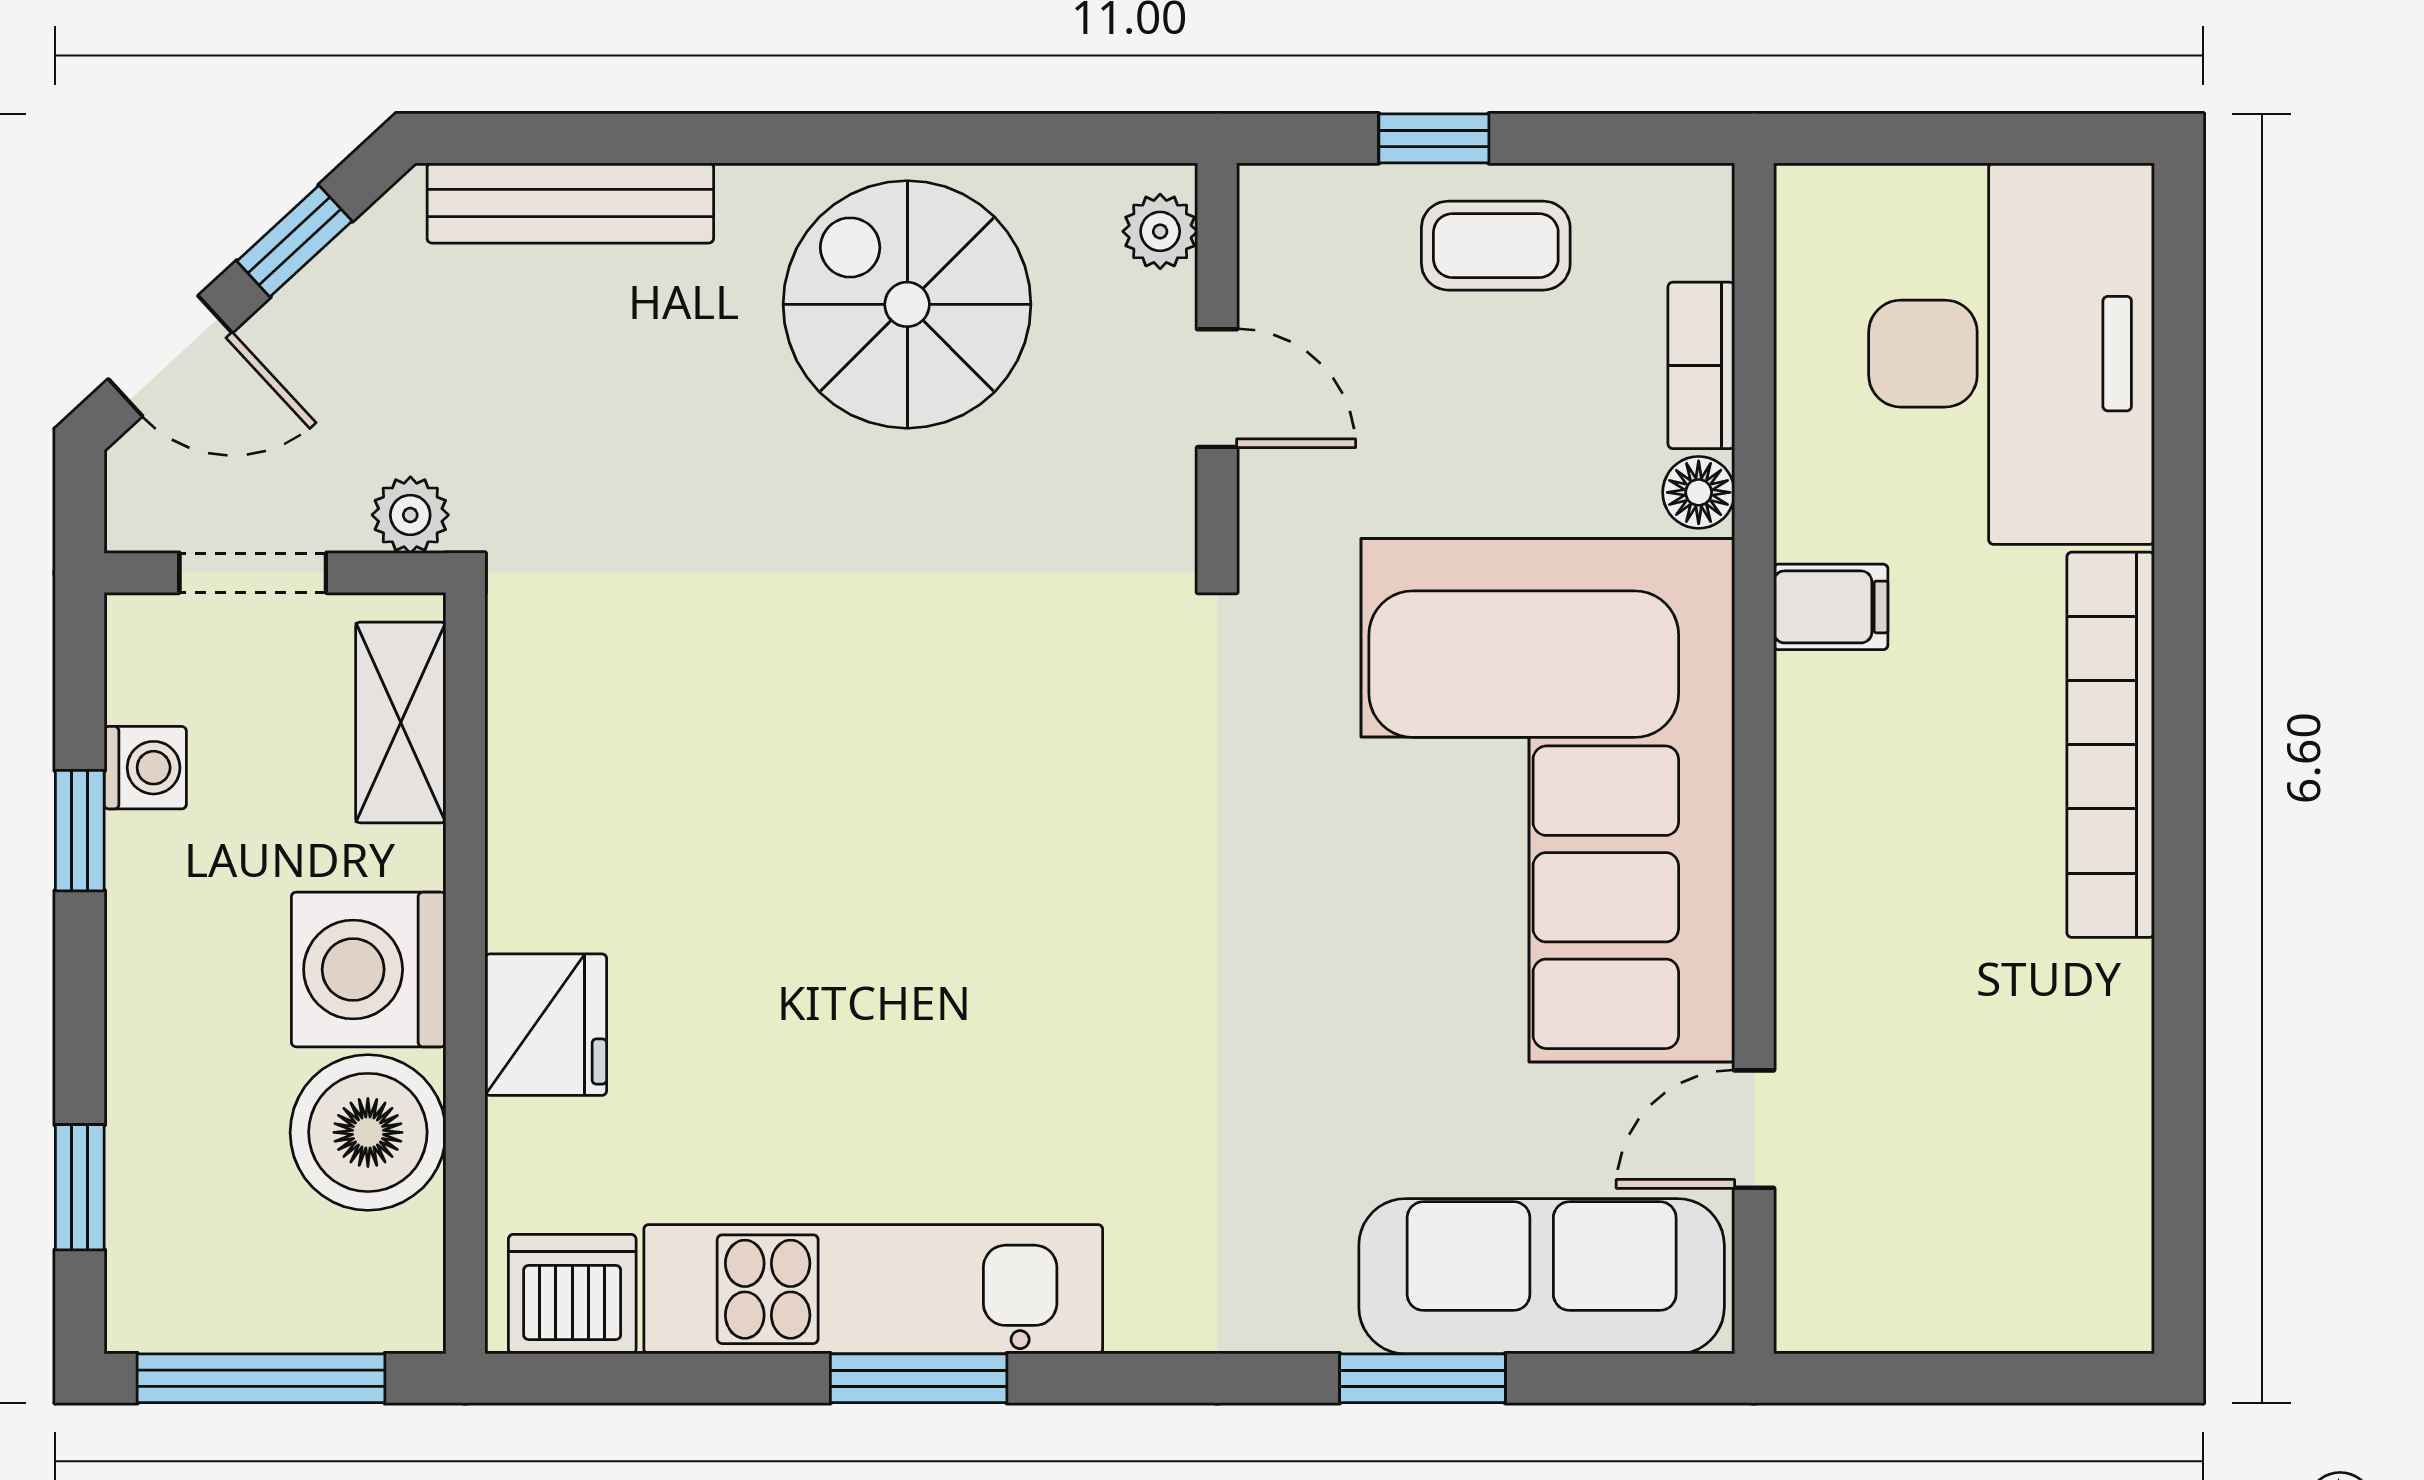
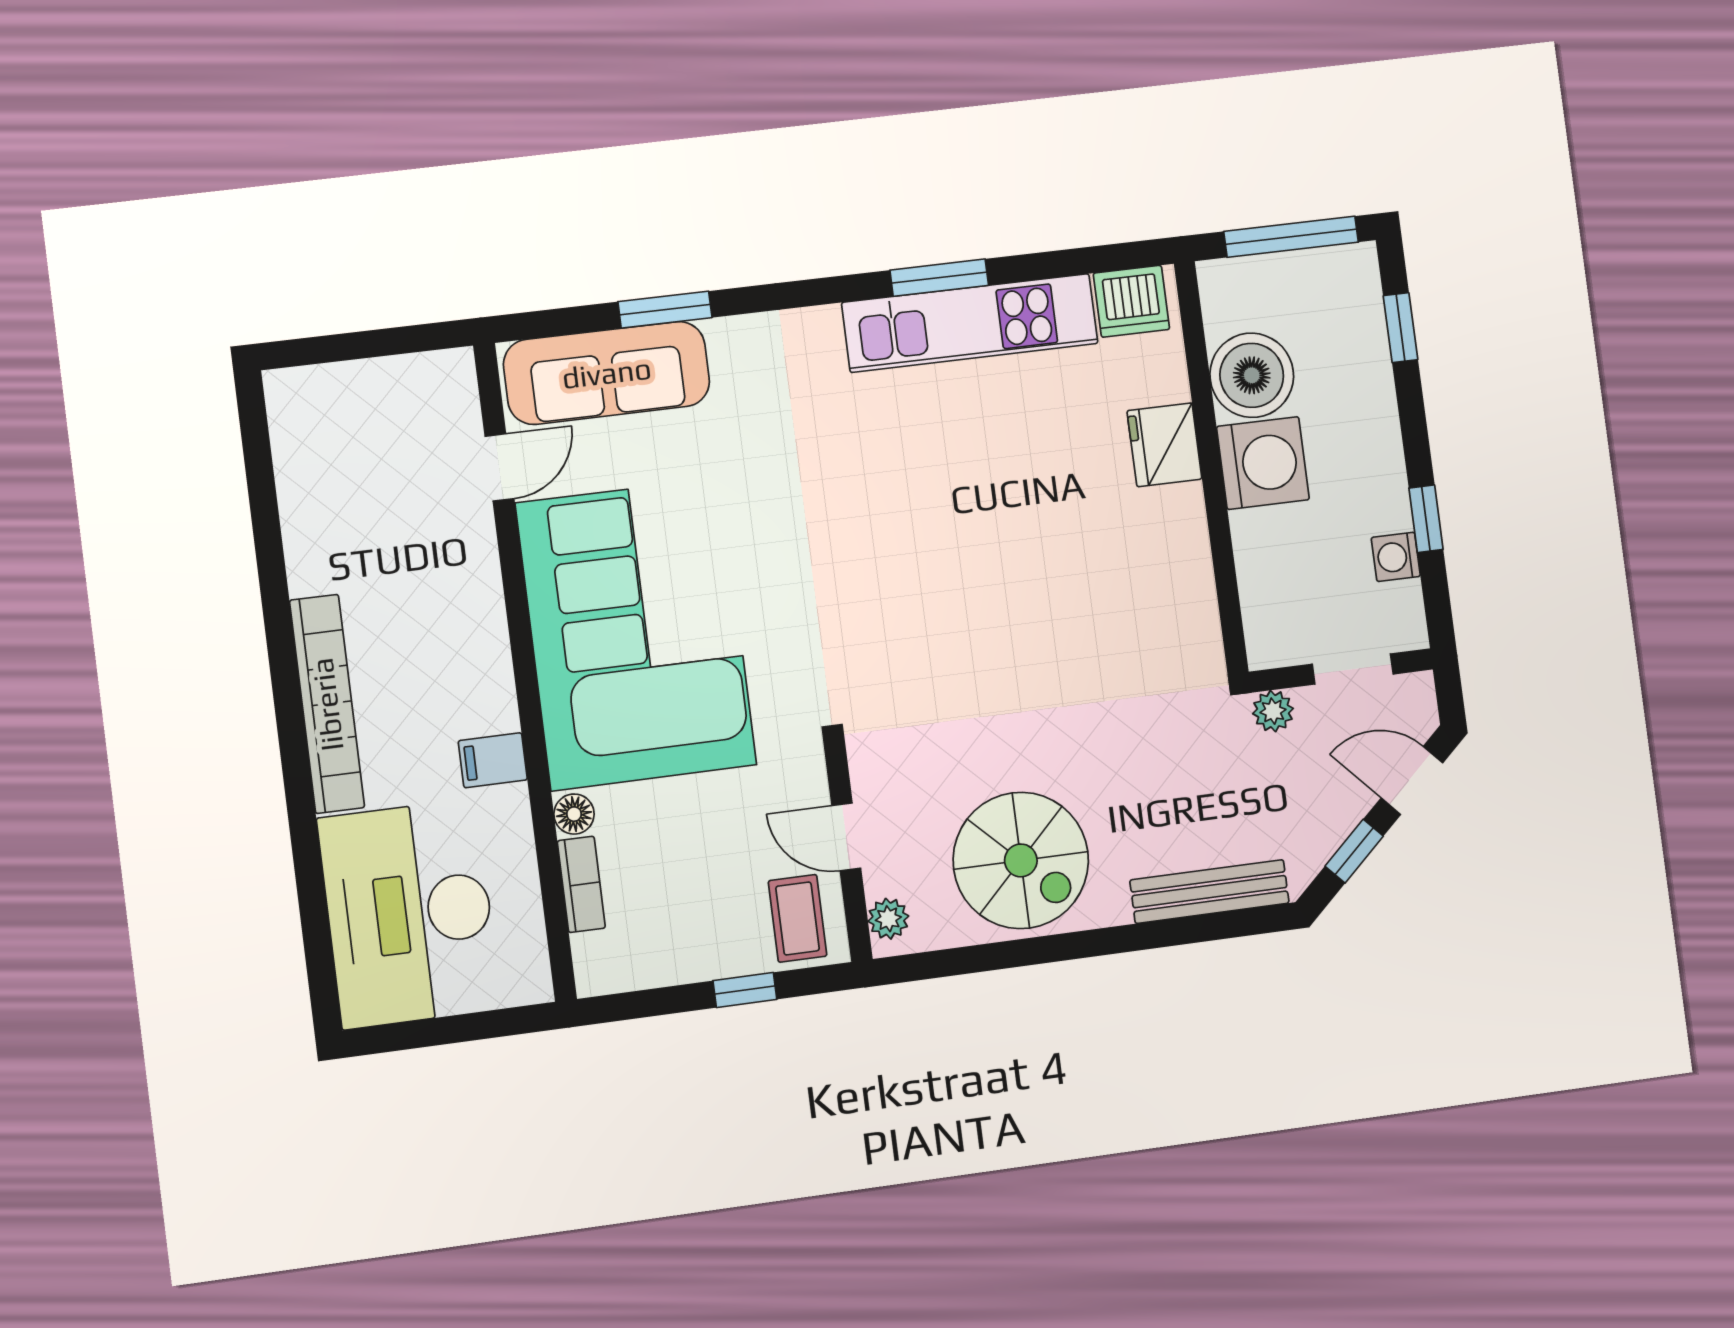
coffee table: (1496, 246) -> (798, 918), moved, turned 90
shelving: (401, 722) -> (1263, 598), removed

